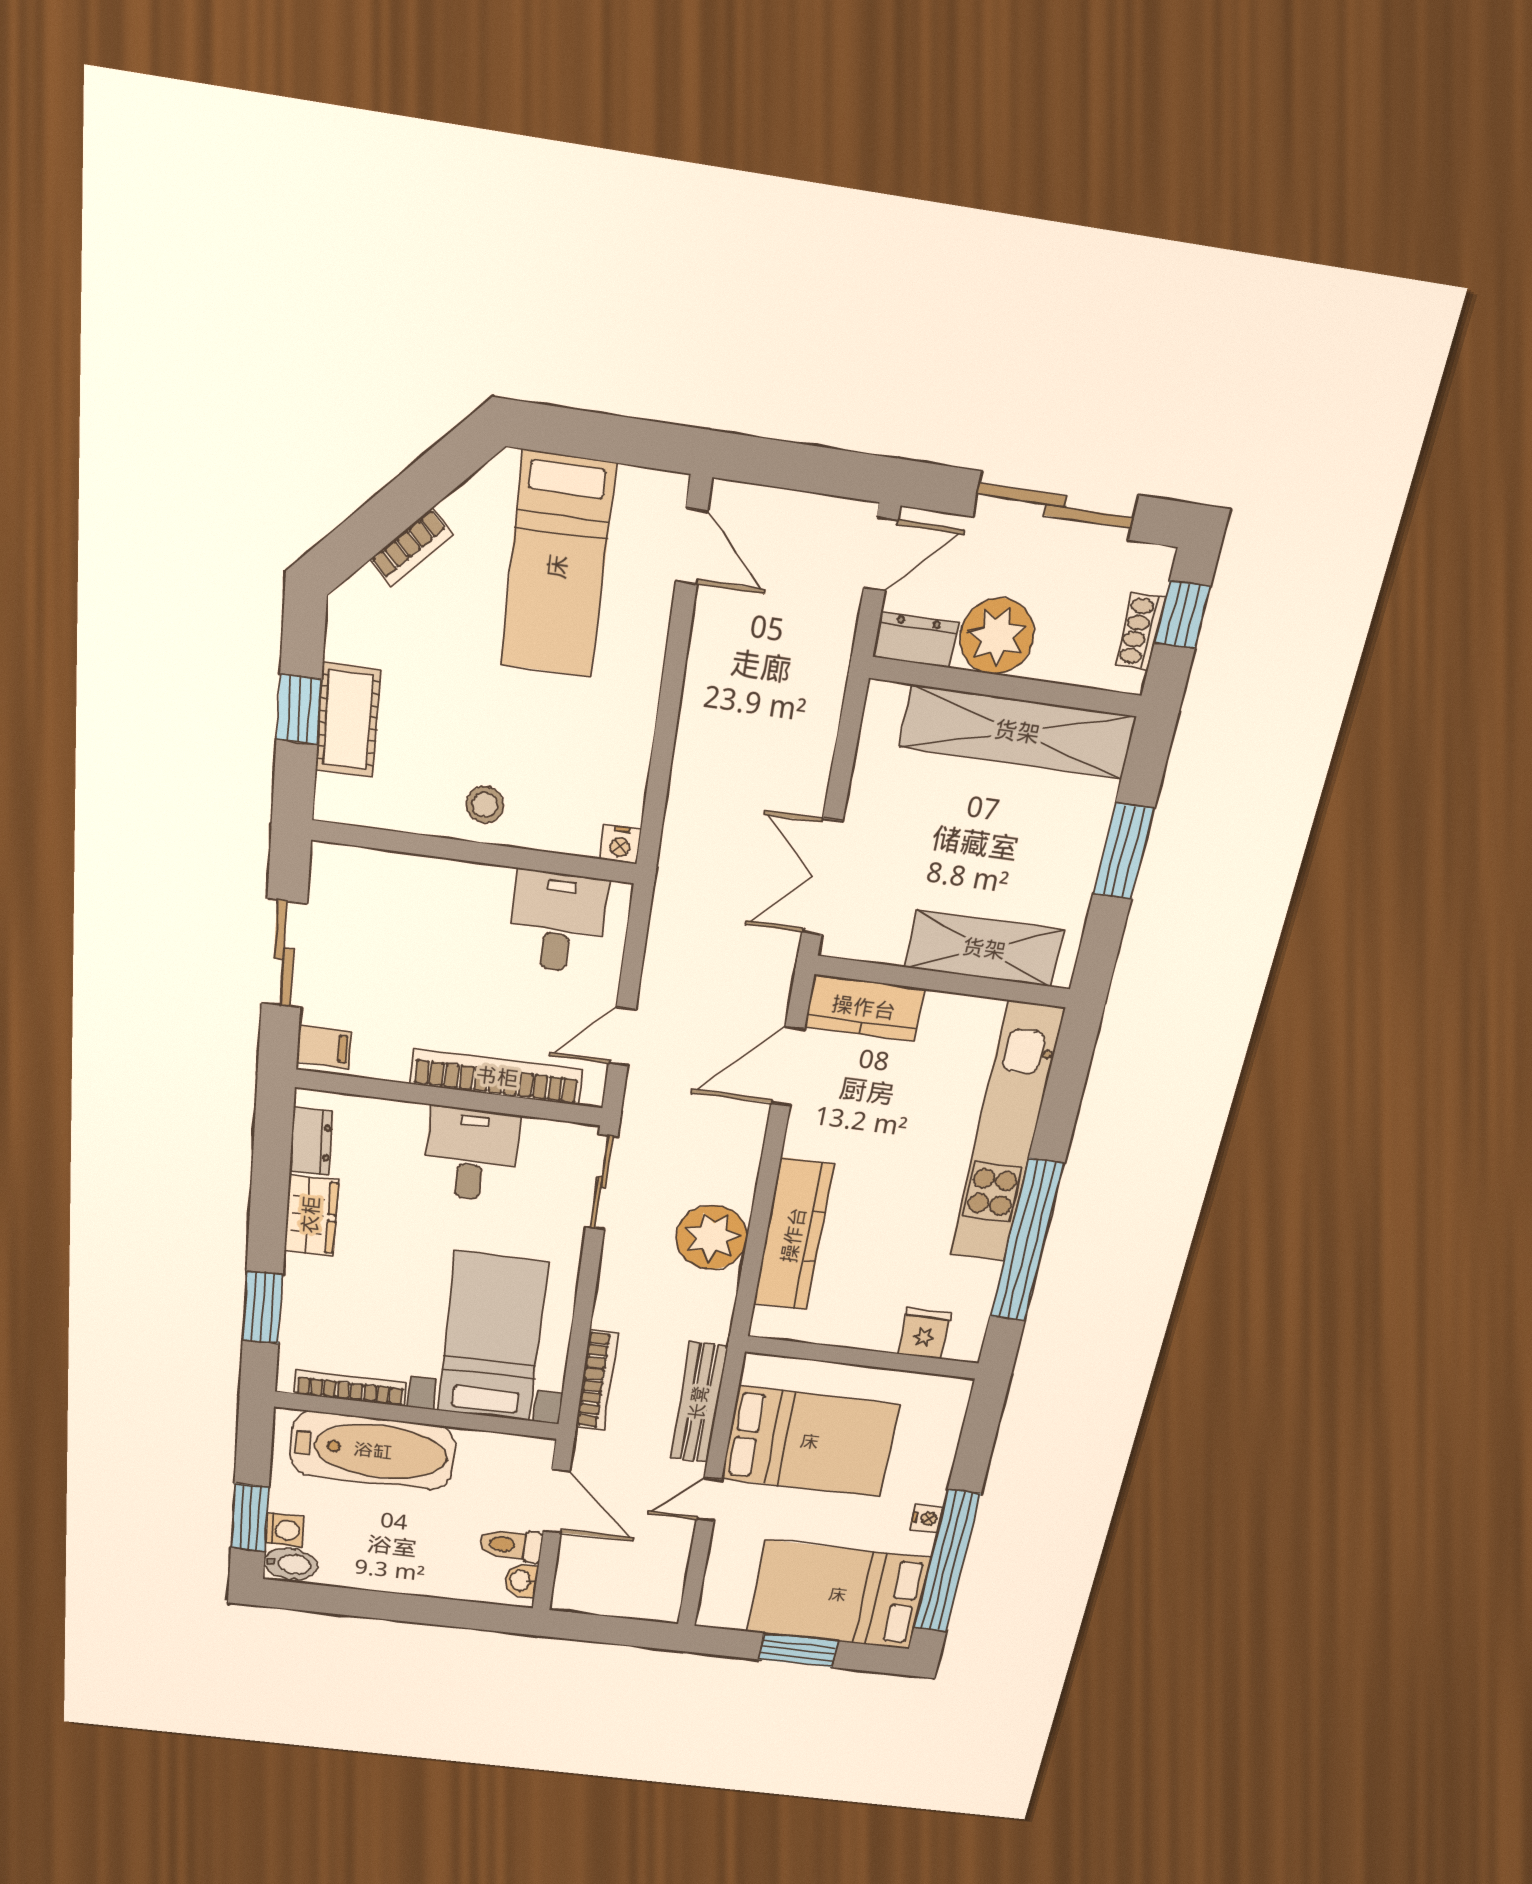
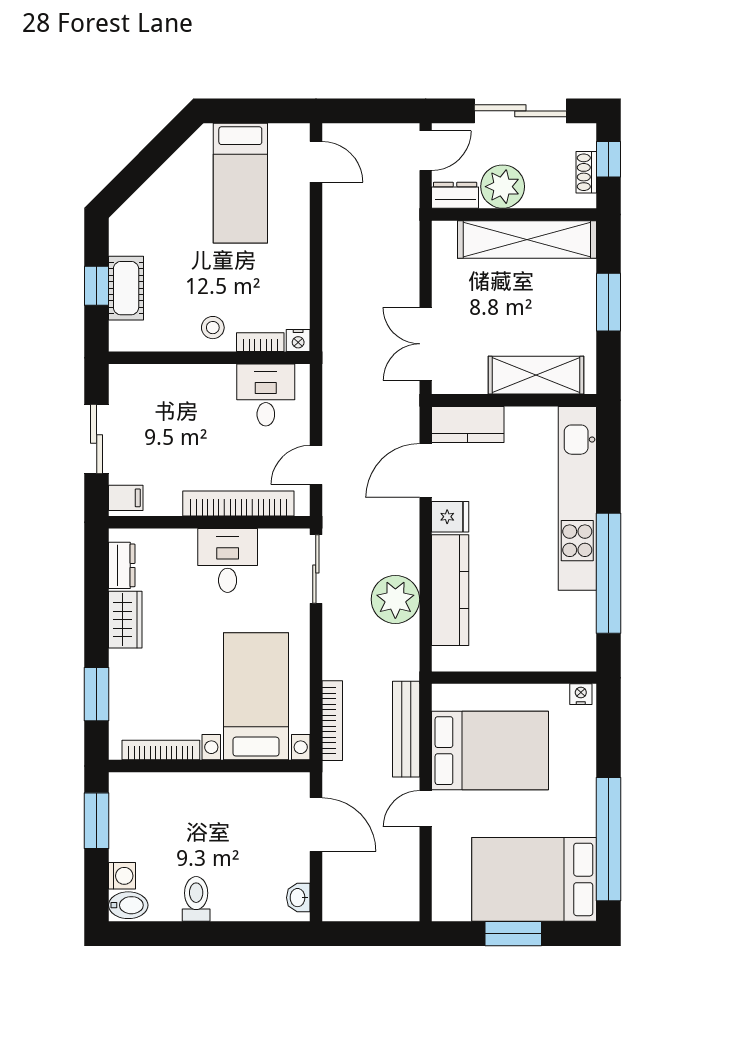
bookcase: (411, 547) -> (260, 342), moved, turned -135
fridge: (924, 1334) -> (450, 517), moved, turned 90
bathtub: (373, 1451) -> (180, 799), removed
window: (250, 1518) -> (97, 821), moved
nightstand: (927, 1519) -> (581, 694), moved, turned -90
toilet: (511, 1545) -> (196, 899), moved, turned 90

